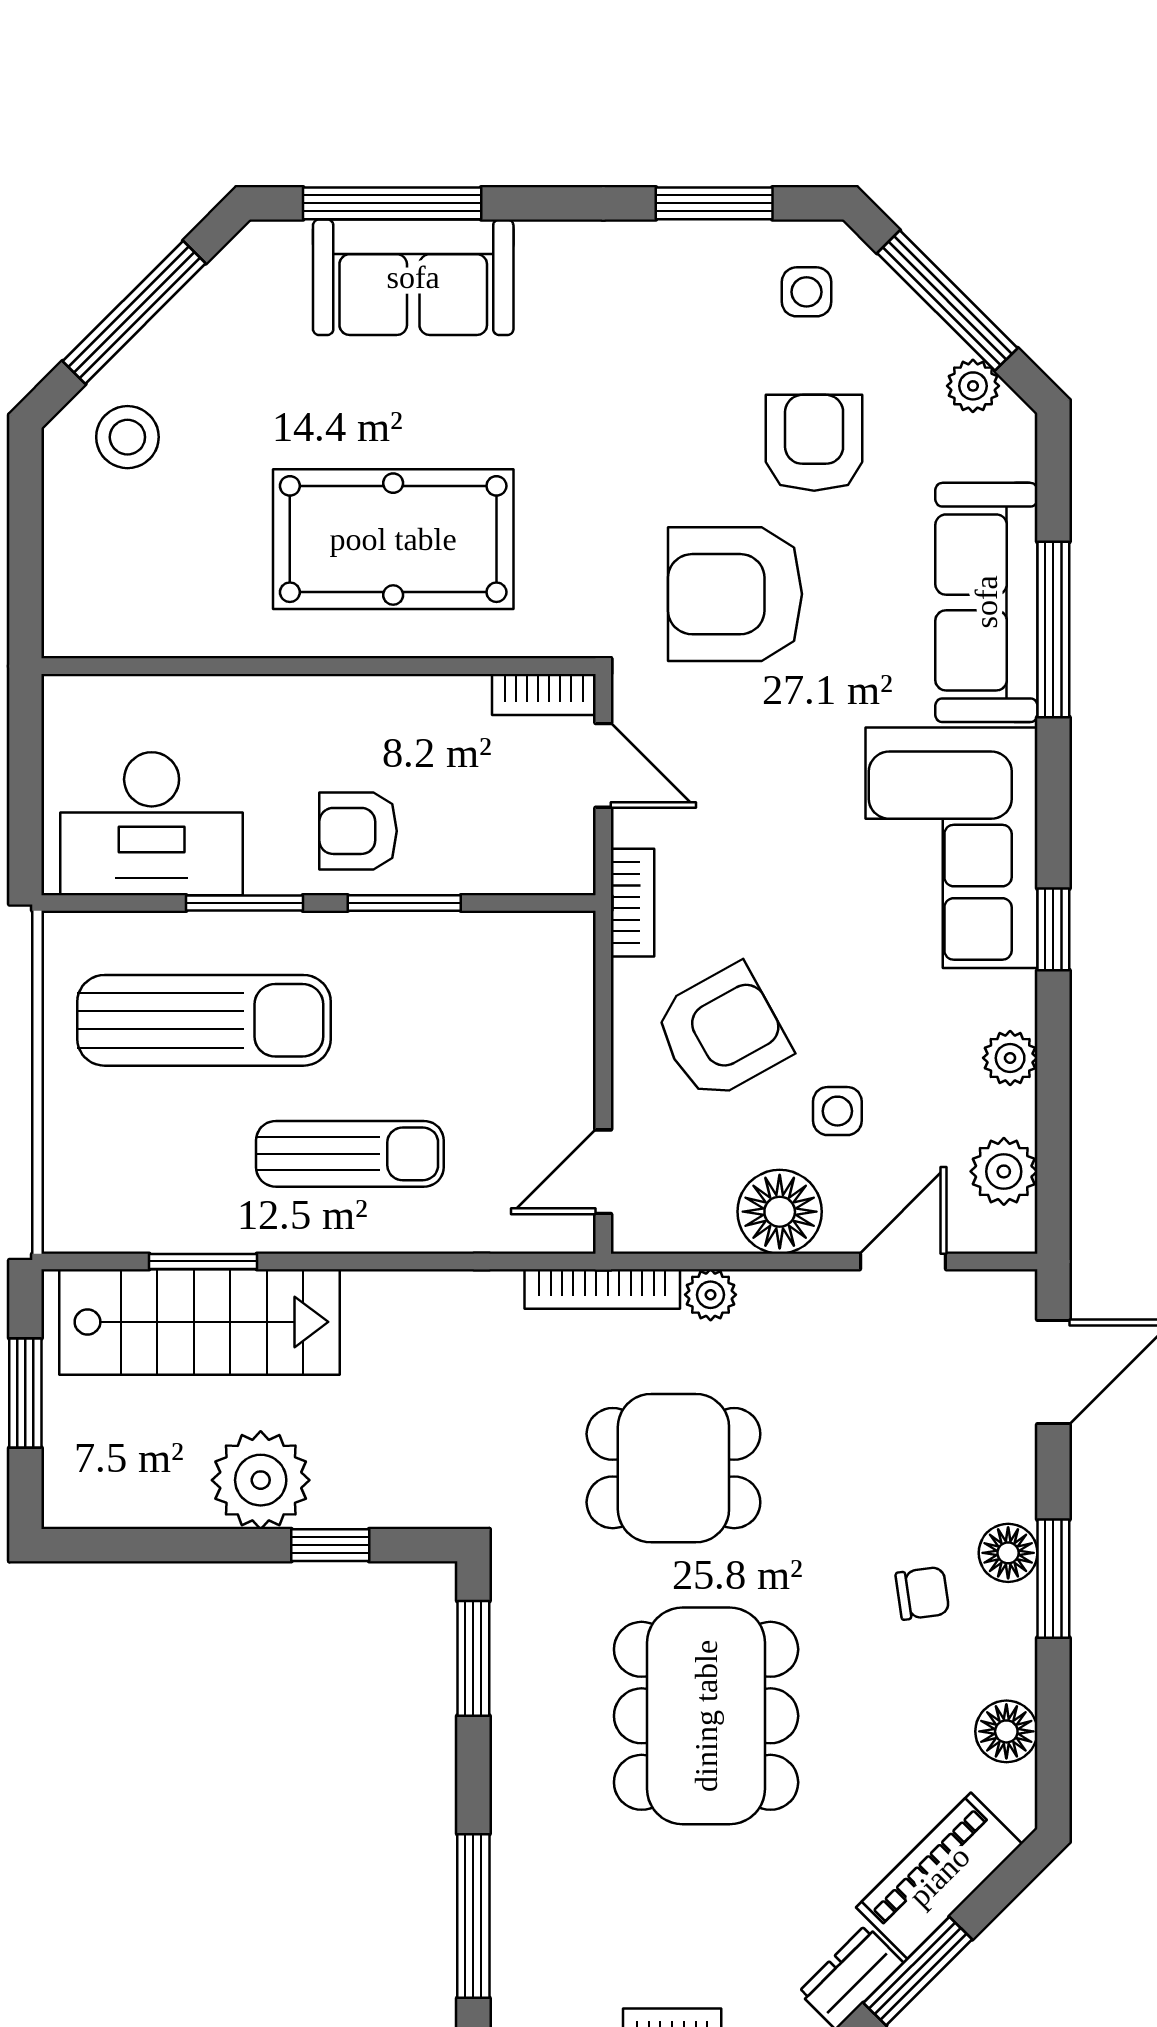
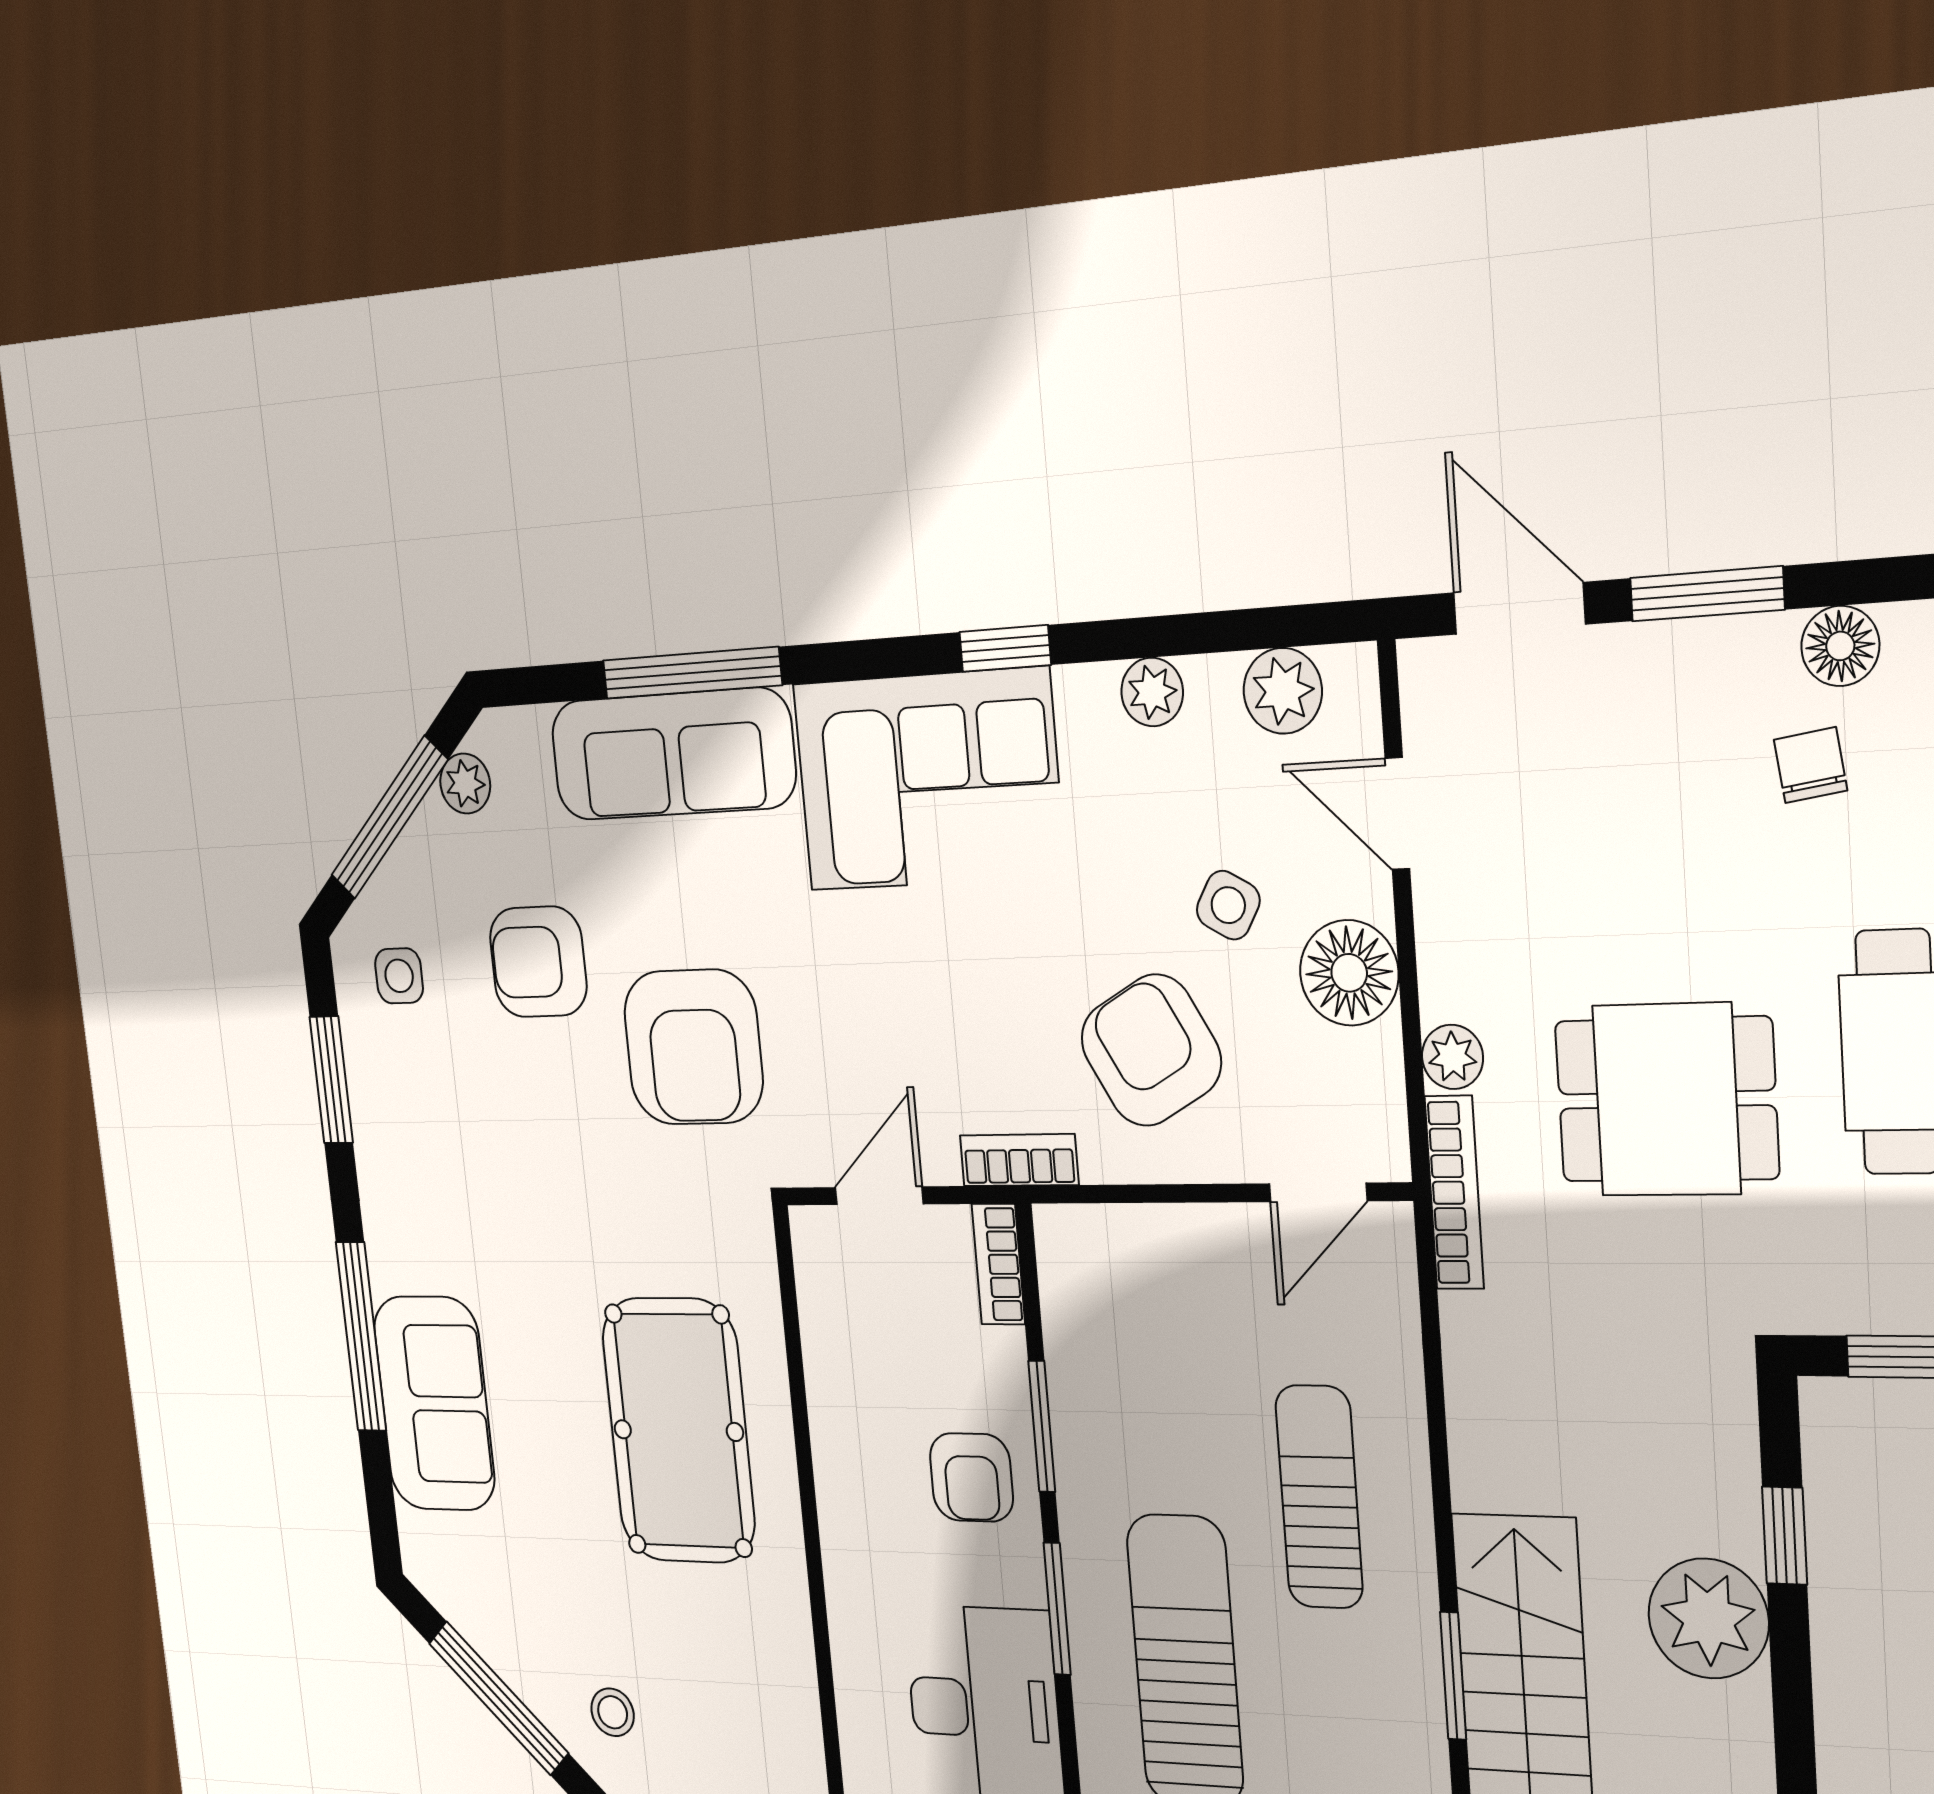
window: (392, 203) -> (361, 1337), moved
stool: (127, 437) -> (613, 1712), width x0.73, depth x0.73
bookcase: (544, 695) -> (998, 1264), moved, turned 180
side table: (837, 1111) -> (1228, 905), turned 30
door: (603, 1172) -> (1318, 1192), hinge flipped
dining table: (673, 1468) -> (1666, 1100), turned 90
floor lamp: (1008, 1553) -> (1840, 646), moved
window: (1053, 1579) -> (1707, 594), moved

